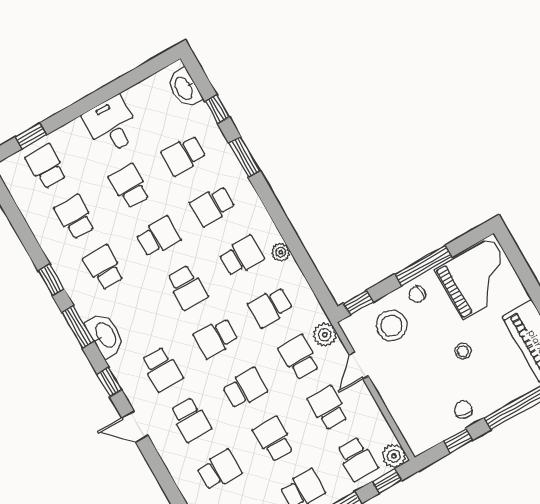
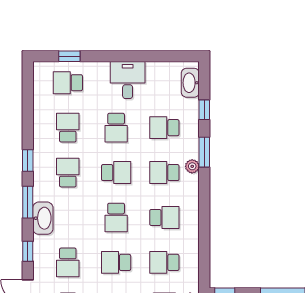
school desk: (46, 167) -> (68, 83), turned -90
school desk: (129, 186) -> (116, 128), turned 180
plant: (281, 252) -> (192, 166), moved

